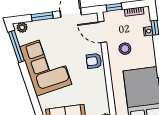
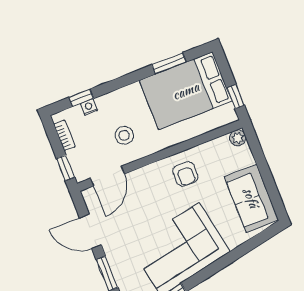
armchair: (94, 61) -> (185, 174), moved

